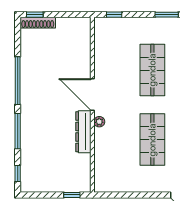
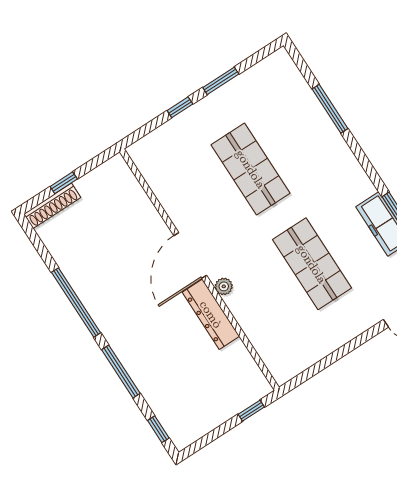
window: (35, 15) -> (64, 183), moved
window: (114, 15) -> (180, 107), moved
door: (92, 94) -> (190, 255), hinge flipped

